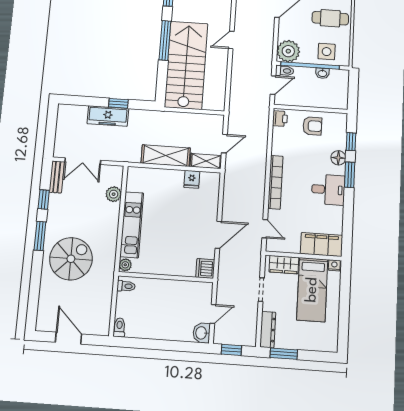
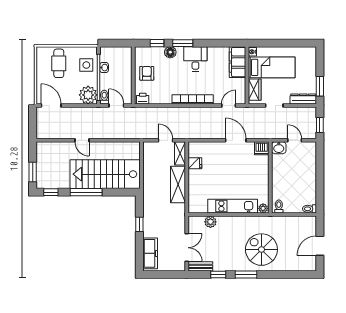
freezer: (108, 116) -> (150, 253), moved
washbasin: (202, 333) -> (279, 148), moved

